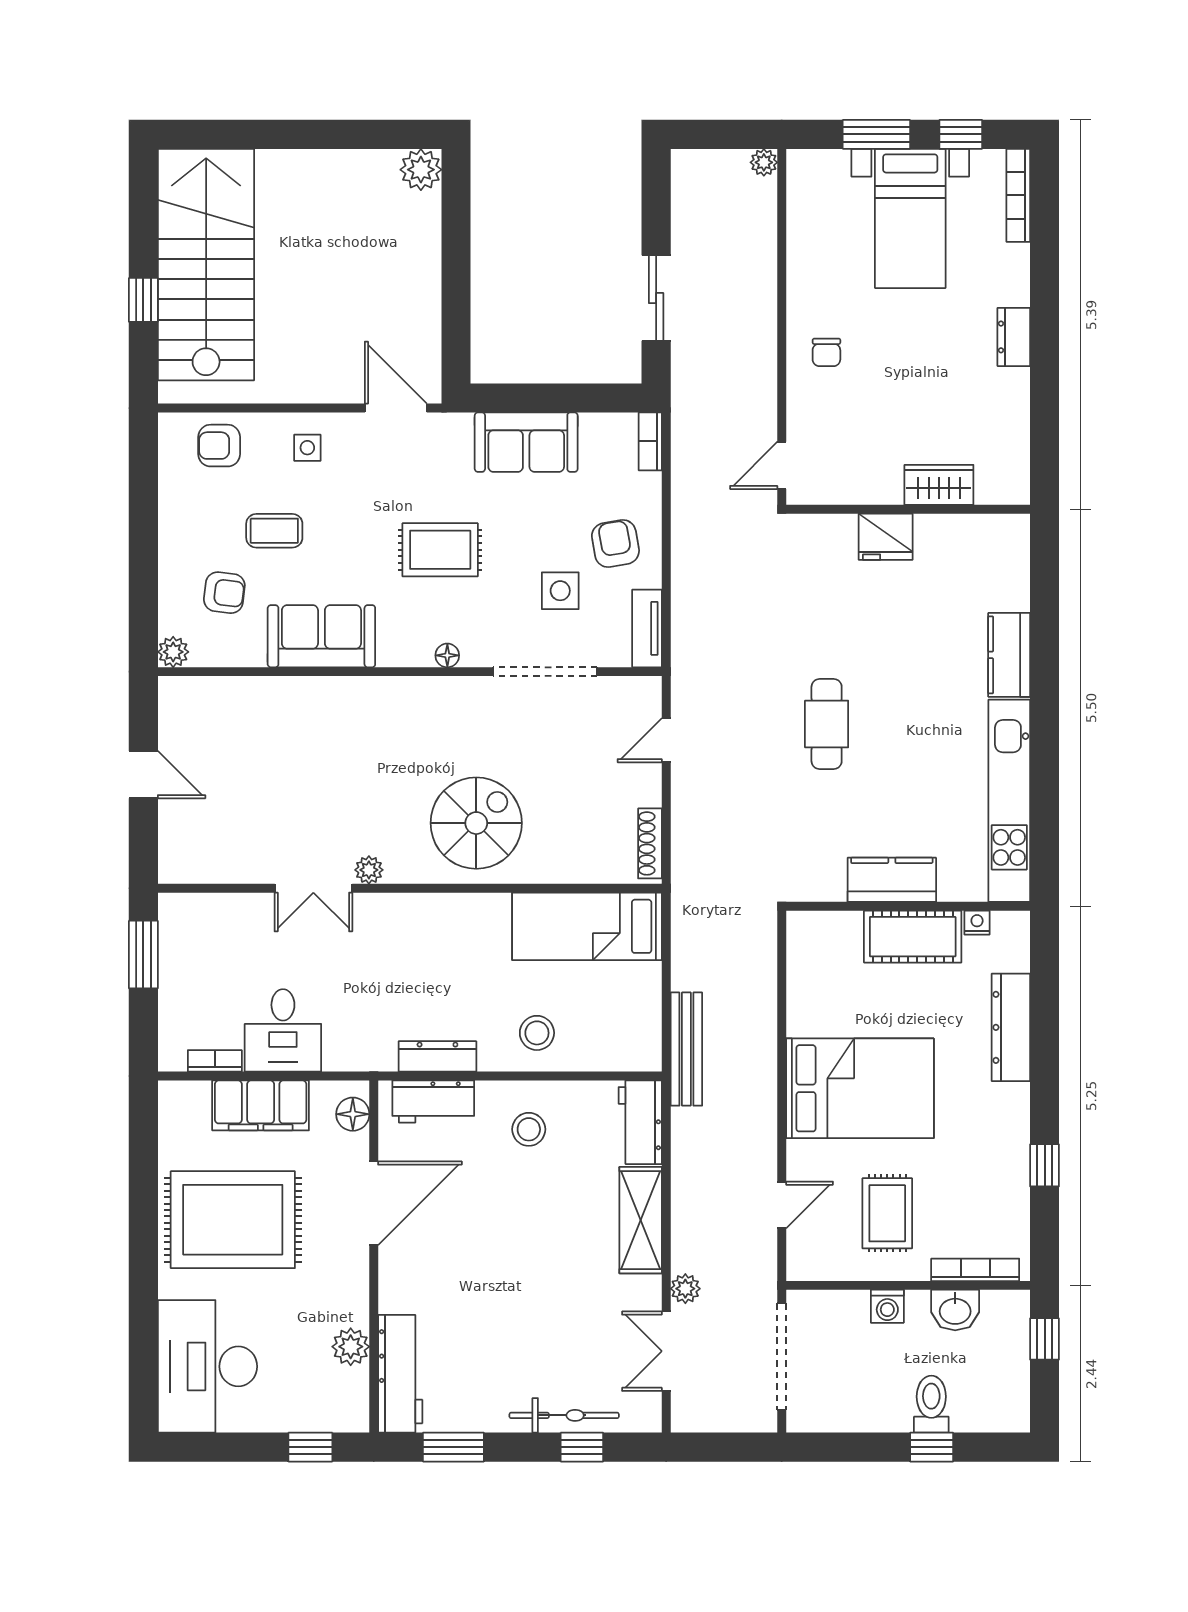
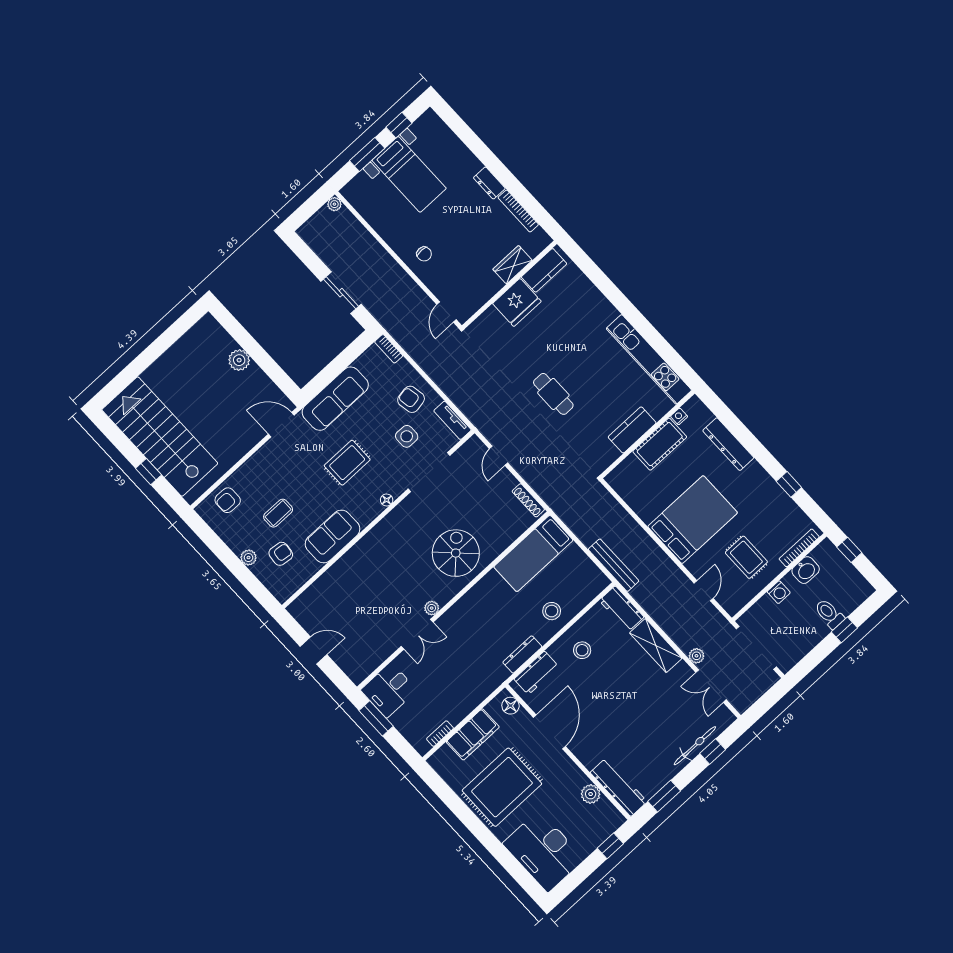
plant: (421, 170) -> (239, 360), moved
bookcase: (1018, 195) -> (518, 211), moved
sofa: (526, 442) -> (335, 399), width x1.36
side table: (307, 448) -> (262, 470), removed
fridge: (886, 537) -> (517, 302), width x1.36, depth x1.34
plant: (173, 652) -> (249, 558), moved
kitchen counter: (1009, 655) -> (544, 270), moved, turned -90
desk: (283, 1030) -> (389, 690), moved, turned 90

